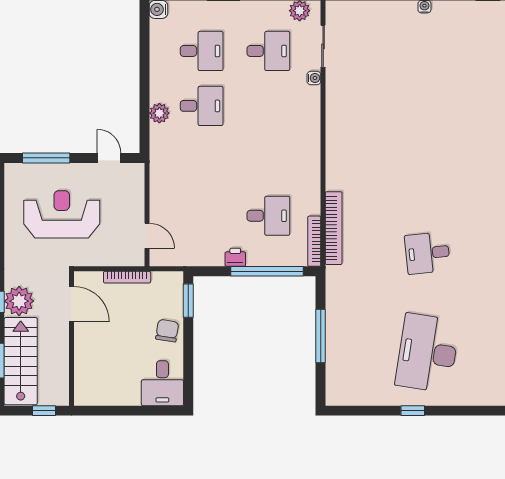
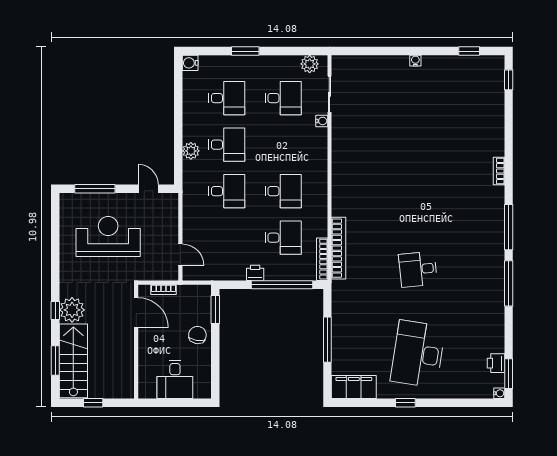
desk: (202, 161) -> (227, 191), added
desk: (268, 161) -> (283, 191), added
bookcase: (127, 277) -> (164, 290), width x0.64
door: (72, 304) -> (136, 313), moved
wall: (72, 338) -> (136, 342), moved
desk: (162, 383) -> (175, 379), moved
filing cabinet: (352, 392) -> (354, 387), added

